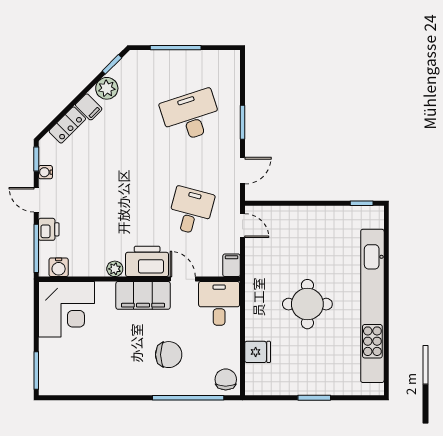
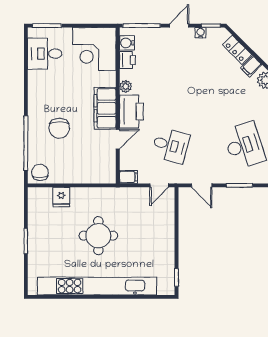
printer: (49, 229) -> (127, 60), moved, turned -90
desk: (219, 303) -> (45, 54), moved, turned 180
chair: (226, 379) -> (40, 172), turned -90

